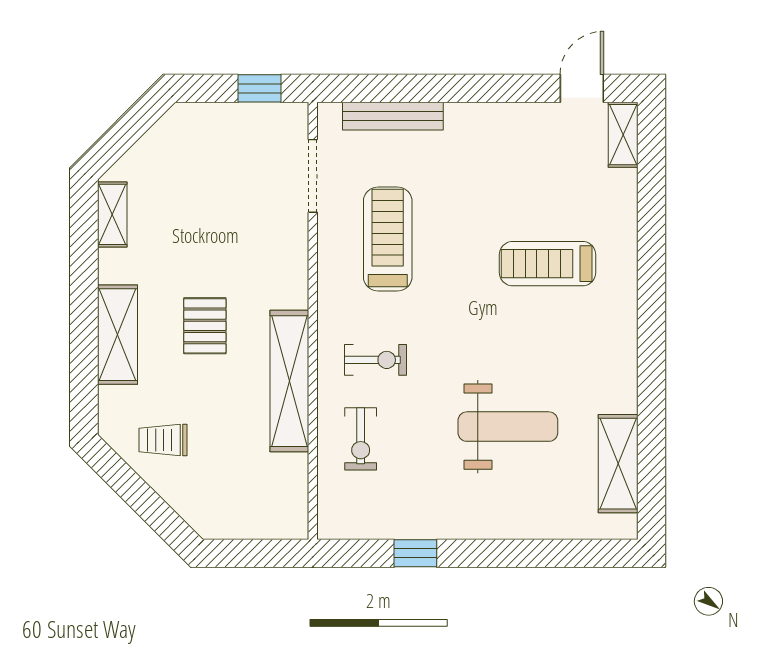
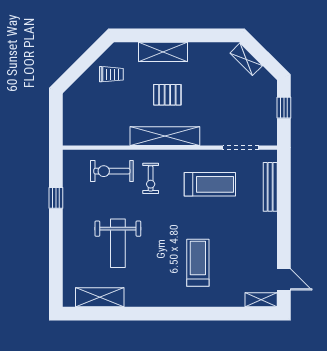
window: (260, 88) -> (284, 108), moved
shelving: (112, 214) -> (246, 59), moved, turned 45
shelving: (289, 381) -> (165, 136), moved
exercise bike: (361, 439) -> (112, 171), width x1.38, depth x1.39
trolley: (163, 440) -> (111, 74), turned 90

